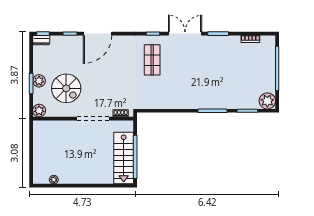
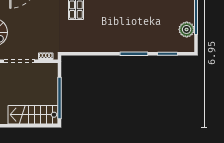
plant: (267, 101) -> (187, 29), moved
stairs: (124, 158) -> (33, 115), moved, turned 90

